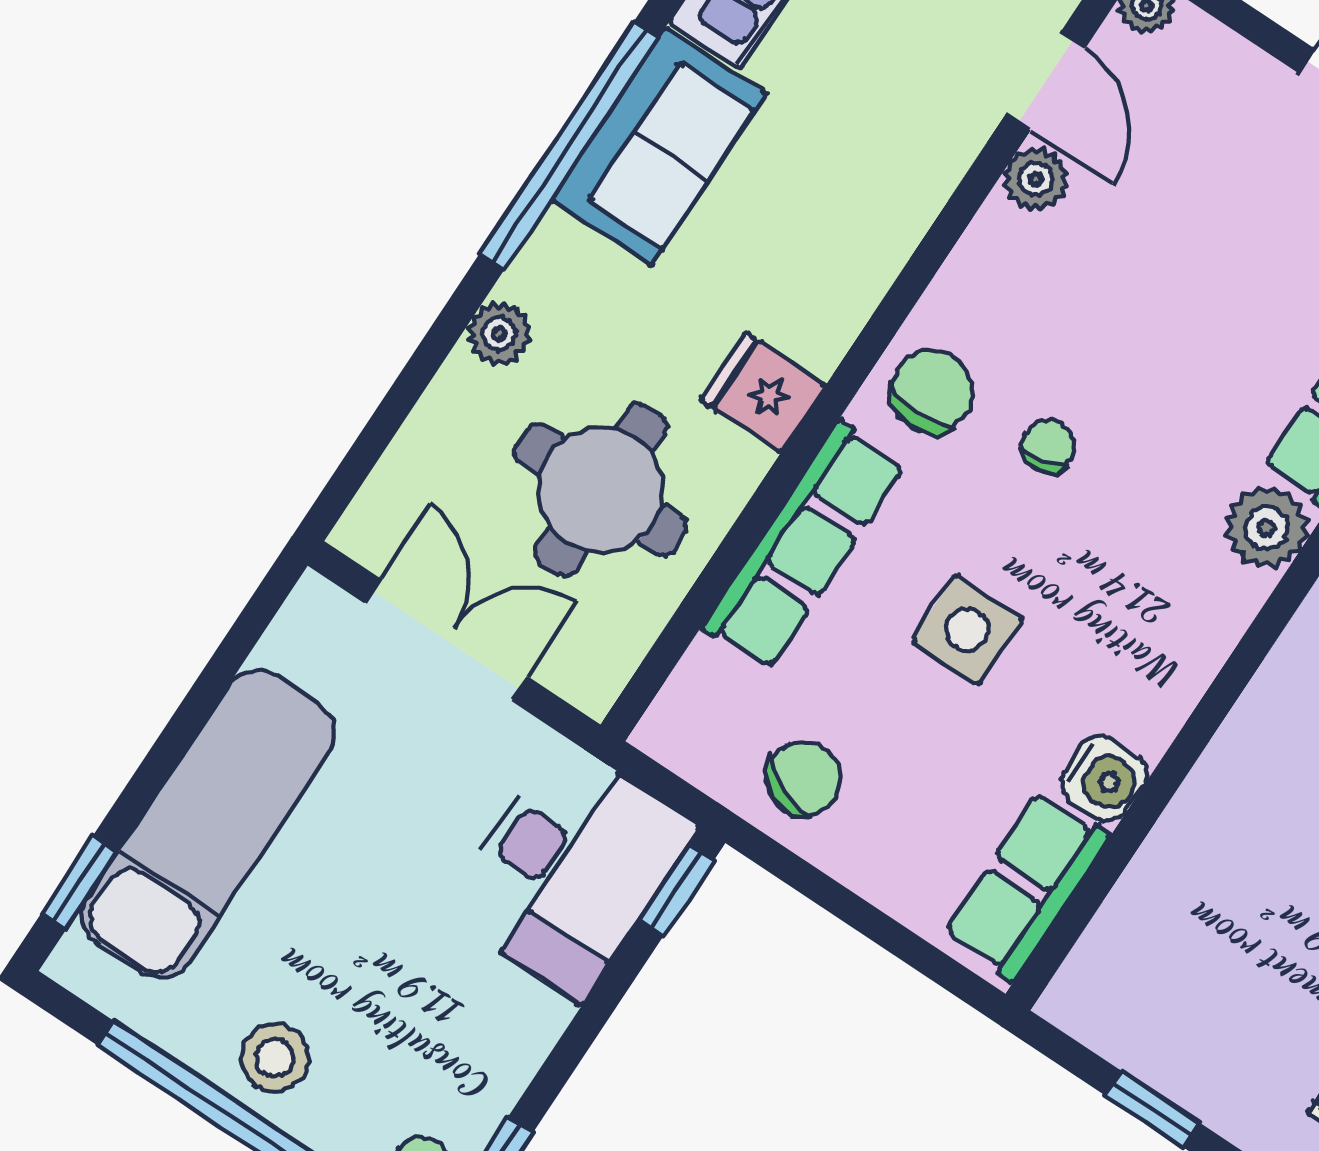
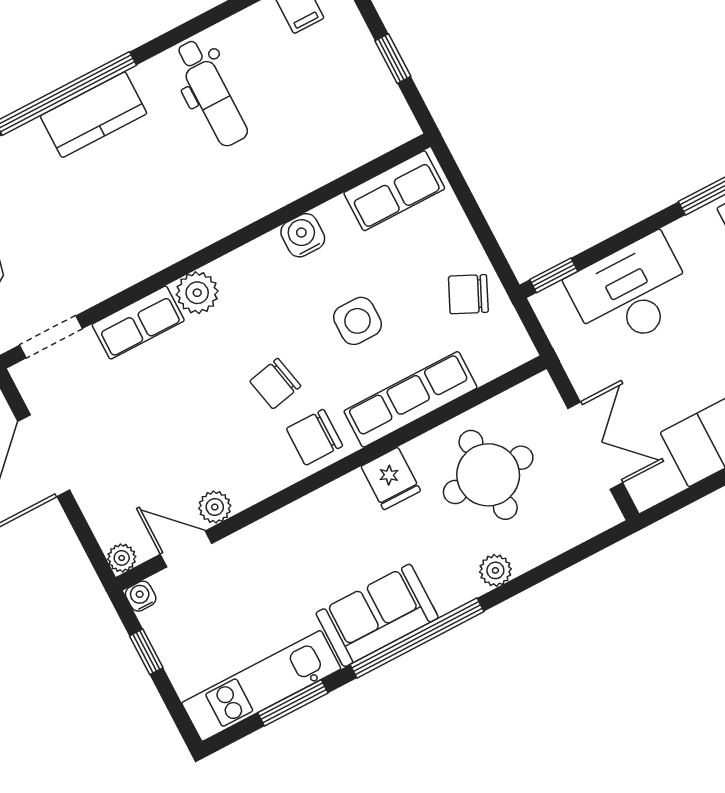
door: (1046, 81) -> (186, 549), hinge flipped
chair: (1048, 446) -> (275, 384), width x1.37, depth x1.37
double door: (446, 640) -> (595, 446), swing flipped
water cooler: (1104, 779) -> (303, 235), moved
desk: (571, 870) -> (631, 293), moved

